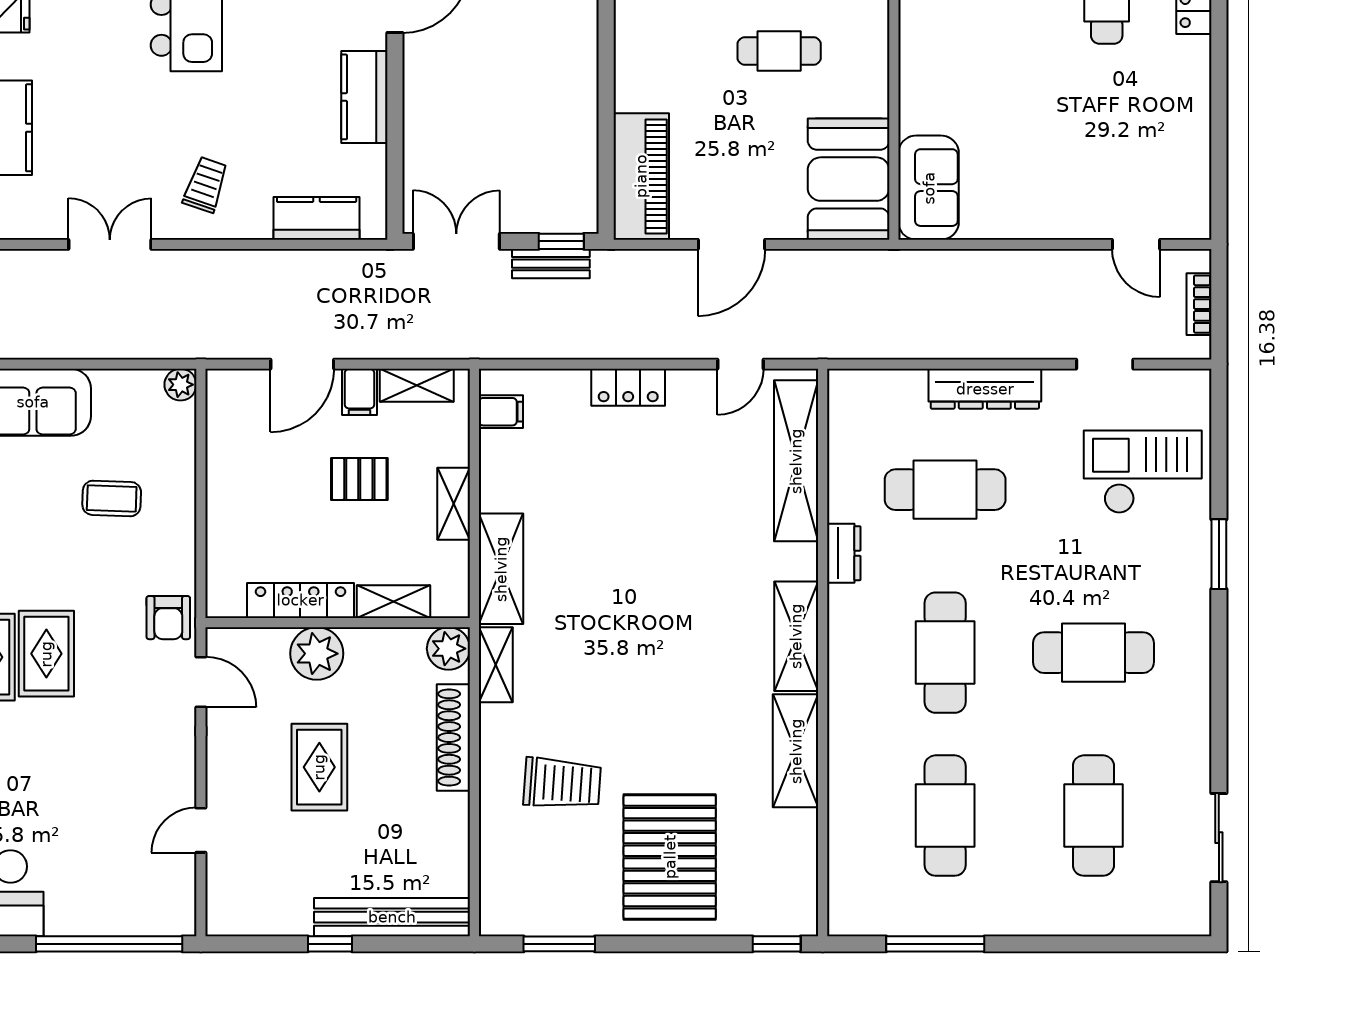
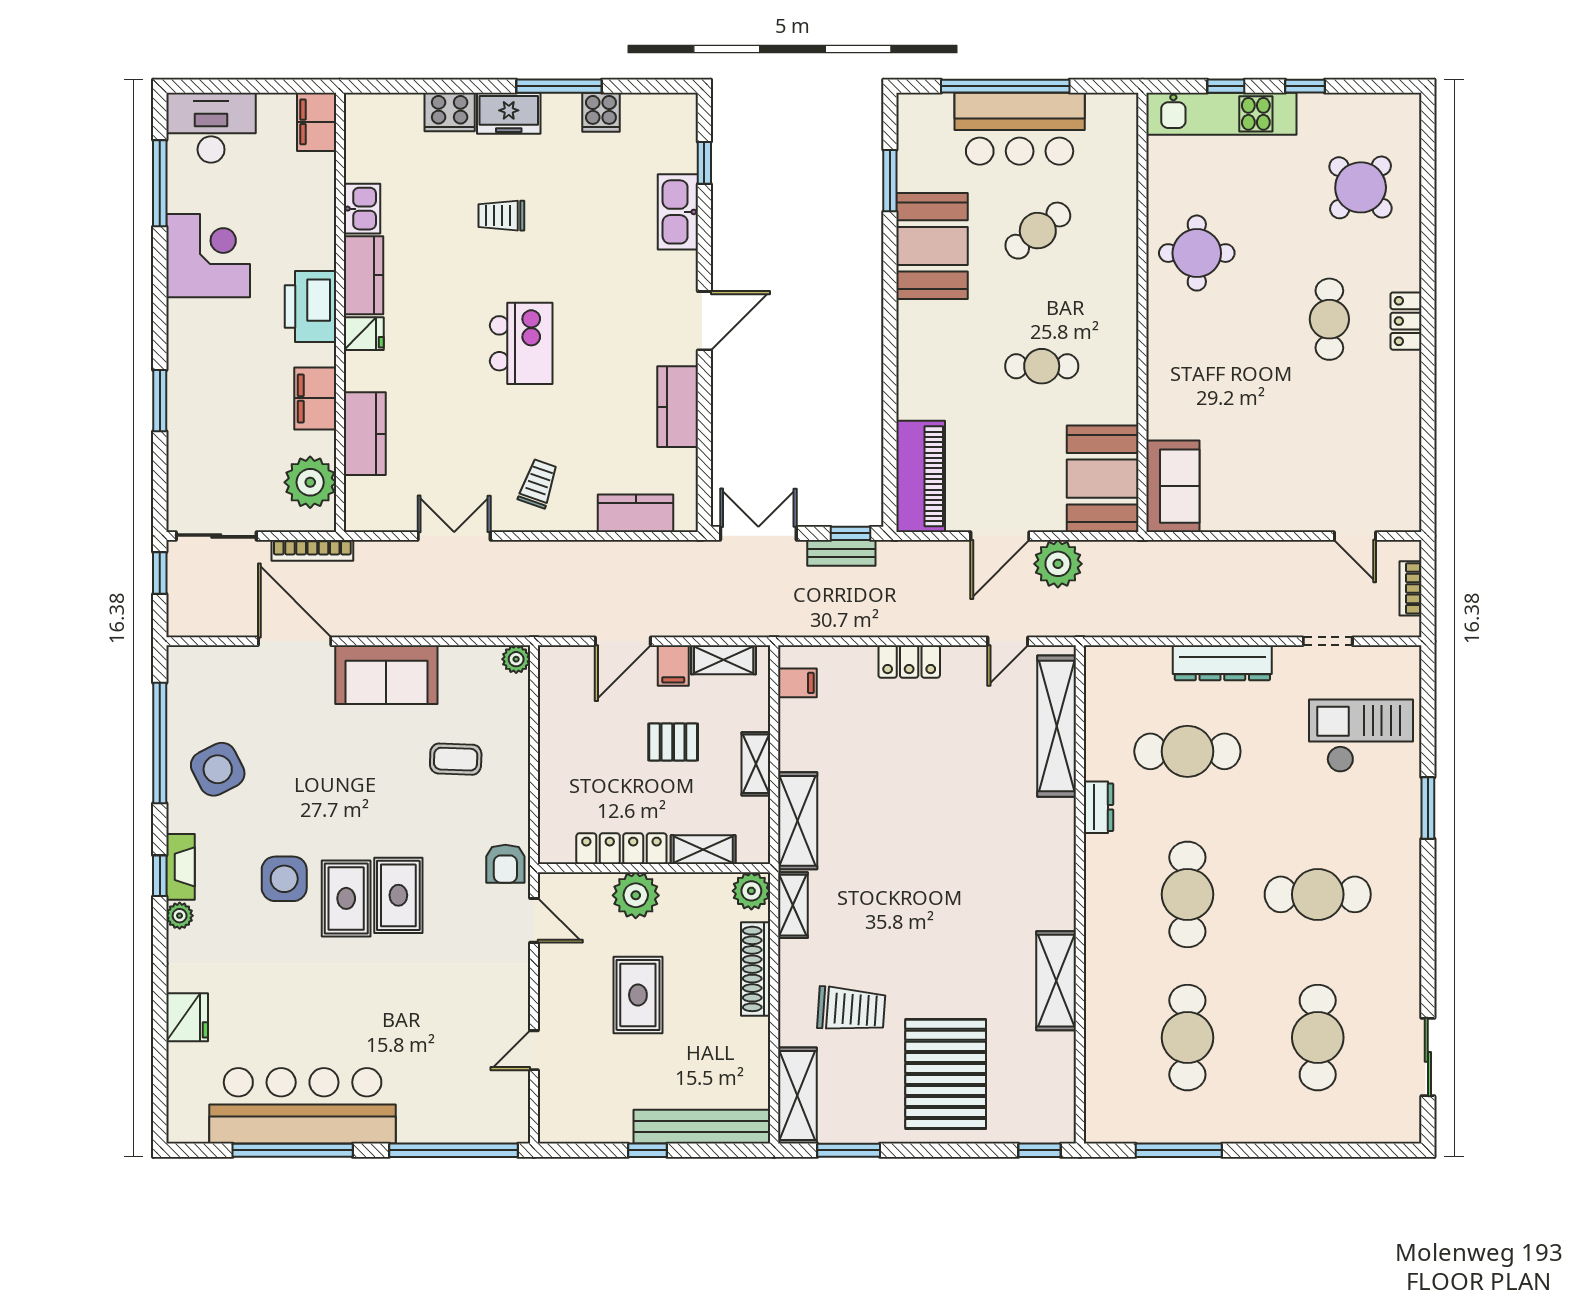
plant: (798, 276) -> (1058, 564), added
shelving: (796, 636) -> (797, 1096), moved

